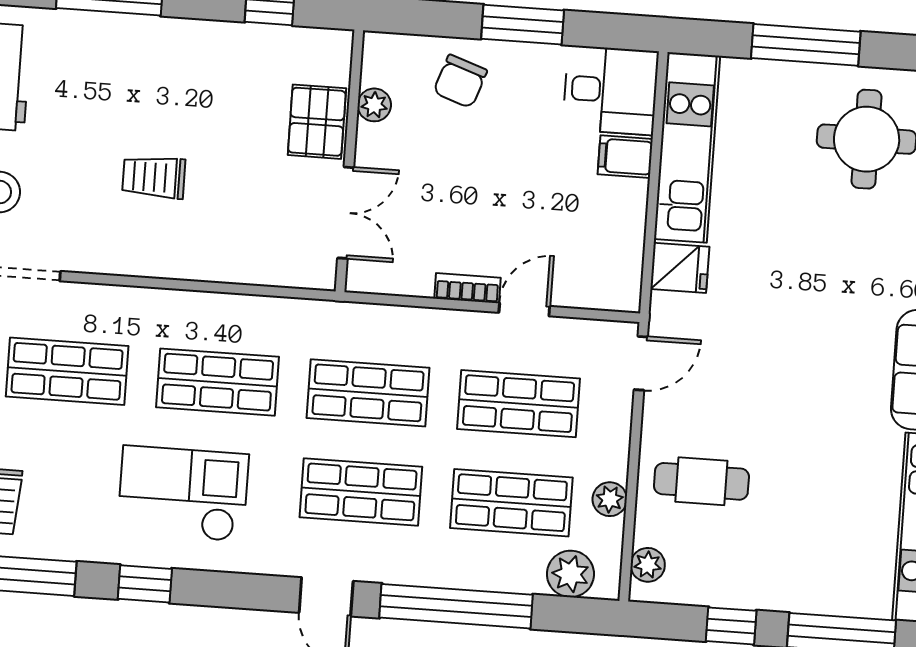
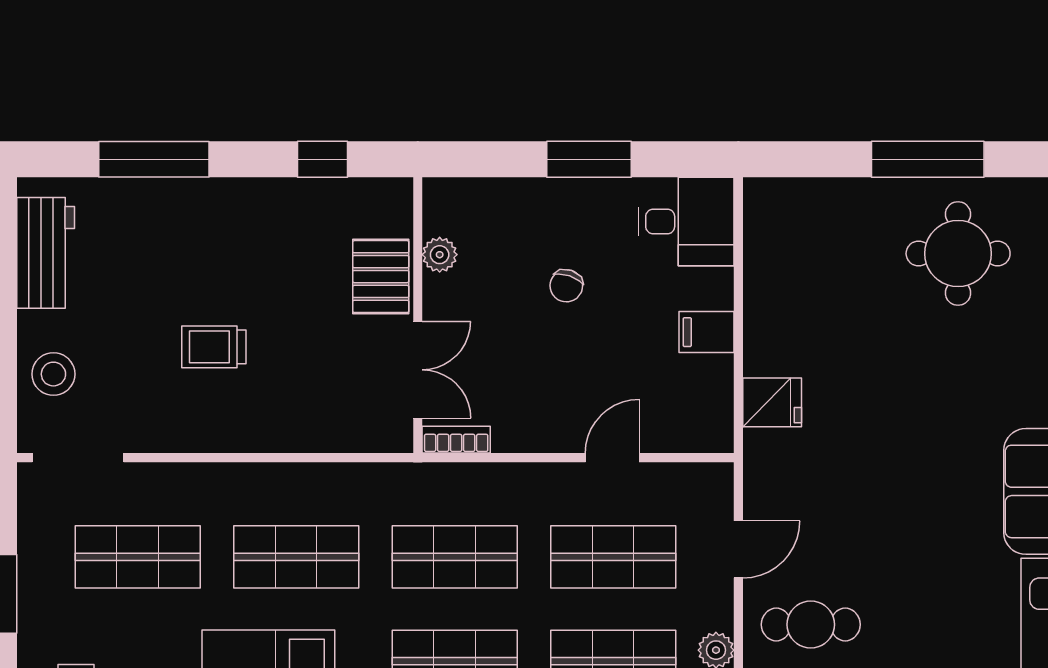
window: (806, 45) -> (928, 159), moved
chair: (460, 81) -> (566, 286), moved, width x0.73, depth x0.73
kitchen unit: (687, 147) -> (771, 276), removed
filing cabinet: (625, 157) -> (706, 332), moved
bookcase: (468, 288) -> (456, 440), moved
door: (641, 363) -> (738, 549), moved

